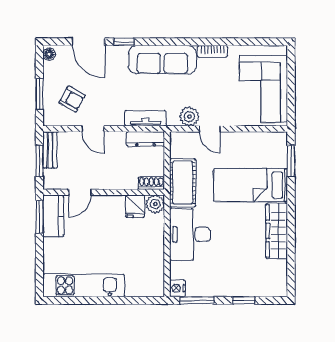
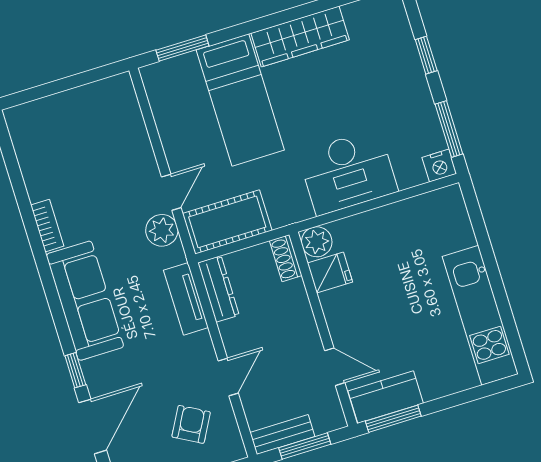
corner sofa: (263, 89) -> (82, 127), removed
cot: (183, 183) -> (227, 222), moved

